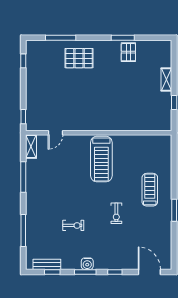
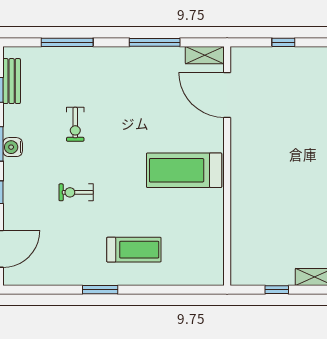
window: (23, 117) -> (283, 42), moved
door: (55, 133) -> (227, 95), width x1.87
exercise bike: (116, 213) -> (76, 192), moved

